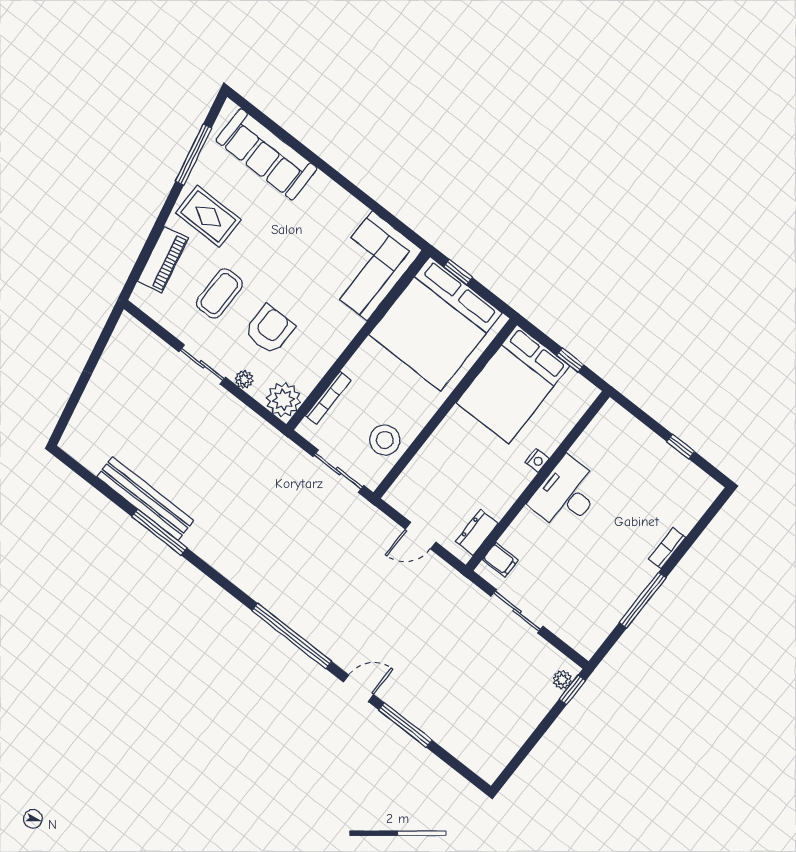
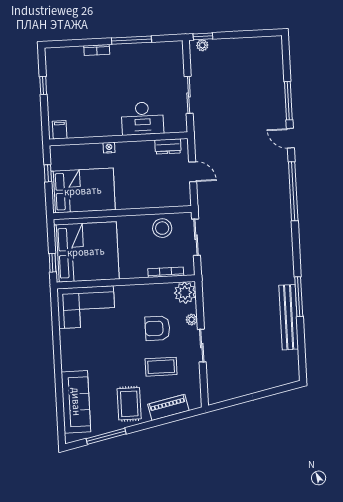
desk: (566, 494) -> (142, 118), moved
filing cabinet: (500, 560) -> (60, 130), moved

